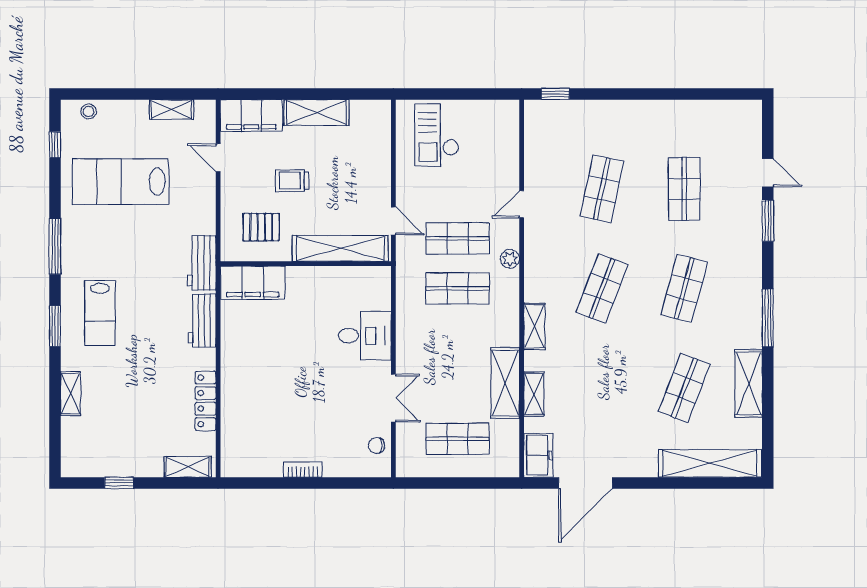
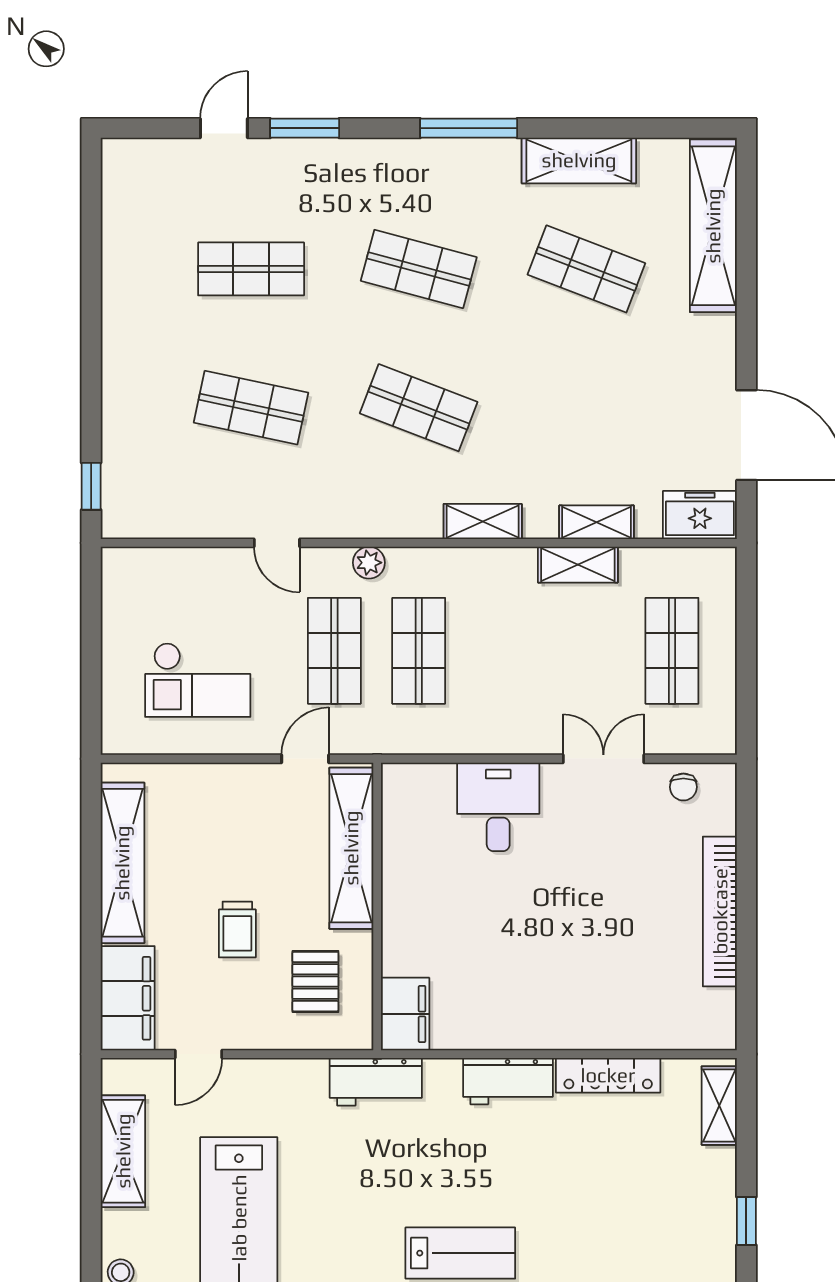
shelving: (171, 109) -> (123, 1151), width x1.50, depth x1.33
shelving: (317, 113) -> (122, 863), width x1.47
checkout: (437, 135) -> (198, 680), moved
filing cabinet: (253, 283) -> (405, 1014), width x0.67, depth x0.86
workbench: (202, 321) -> (508, 1081), moved
shelving: (505, 383) -> (578, 565), width x0.67, depth x0.75
bookcase: (303, 470) -> (720, 911), width x2.31, depth x1.31

